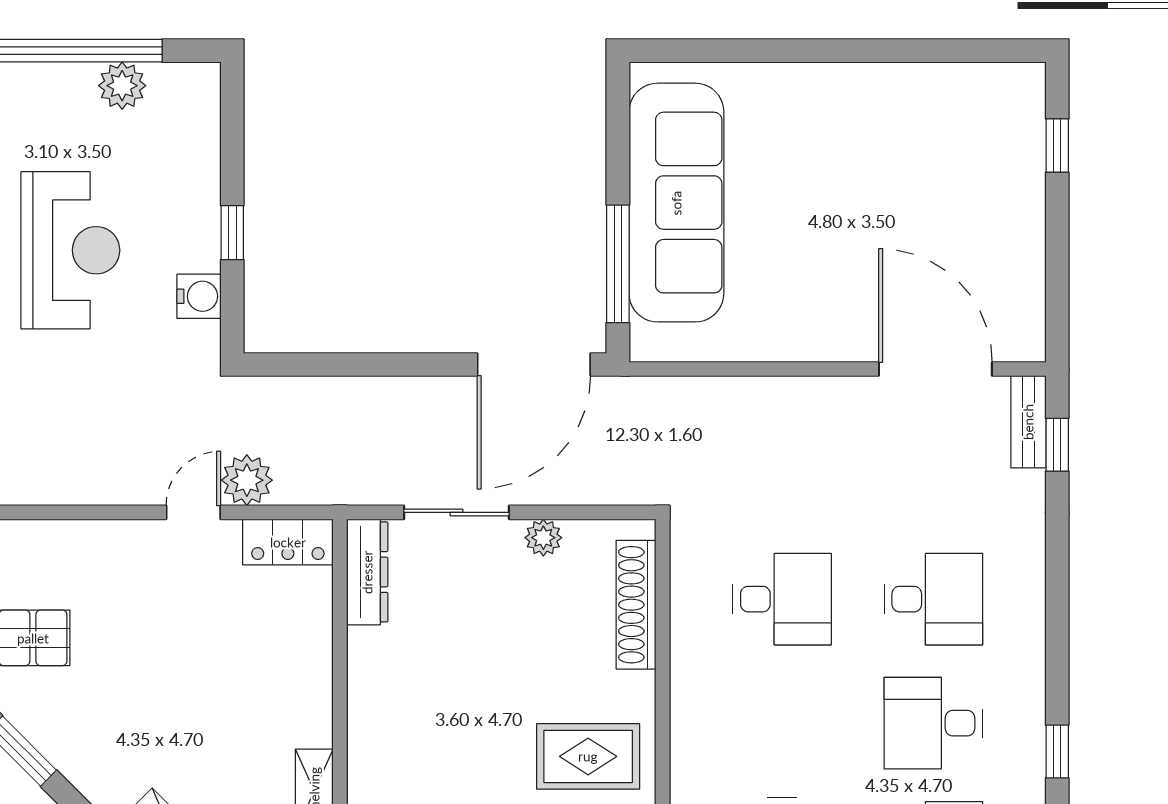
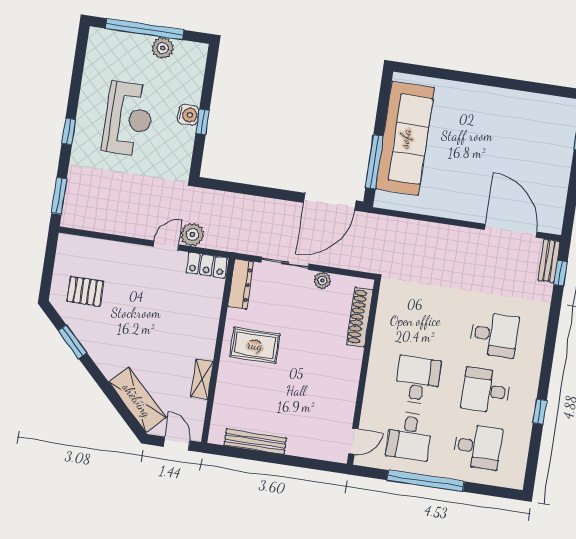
water cooler: (199, 296) -> (188, 115), moved
desk: (782, 599) -> (418, 380), moved, turned -90
rug: (588, 756) -> (255, 345), moved

